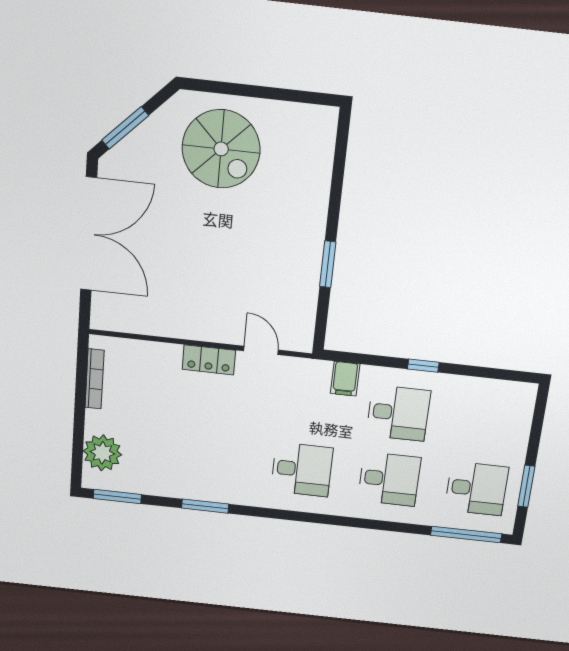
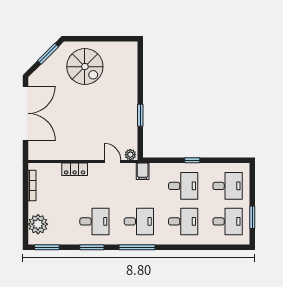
window: (125, 128) -> (48, 54), moved
plant: (299, 341) -> (130, 155), added
locker: (209, 360) -> (75, 169), moved
filing cabinet: (345, 379) -> (143, 171), moved
desk: (487, 423) -> (228, 186), added
desk: (214, 460) -> (94, 221), added
window: (466, 535) -> (137, 247), moved

